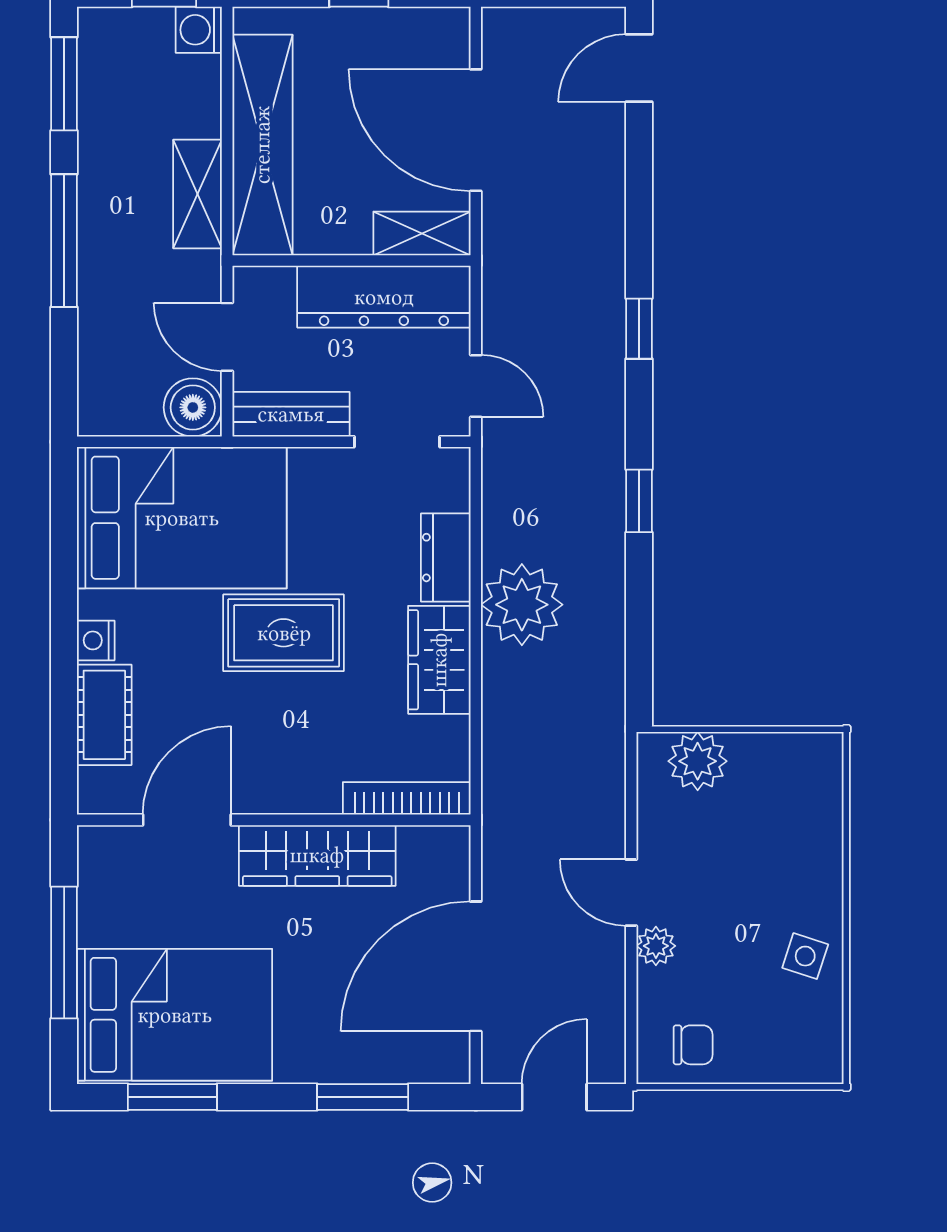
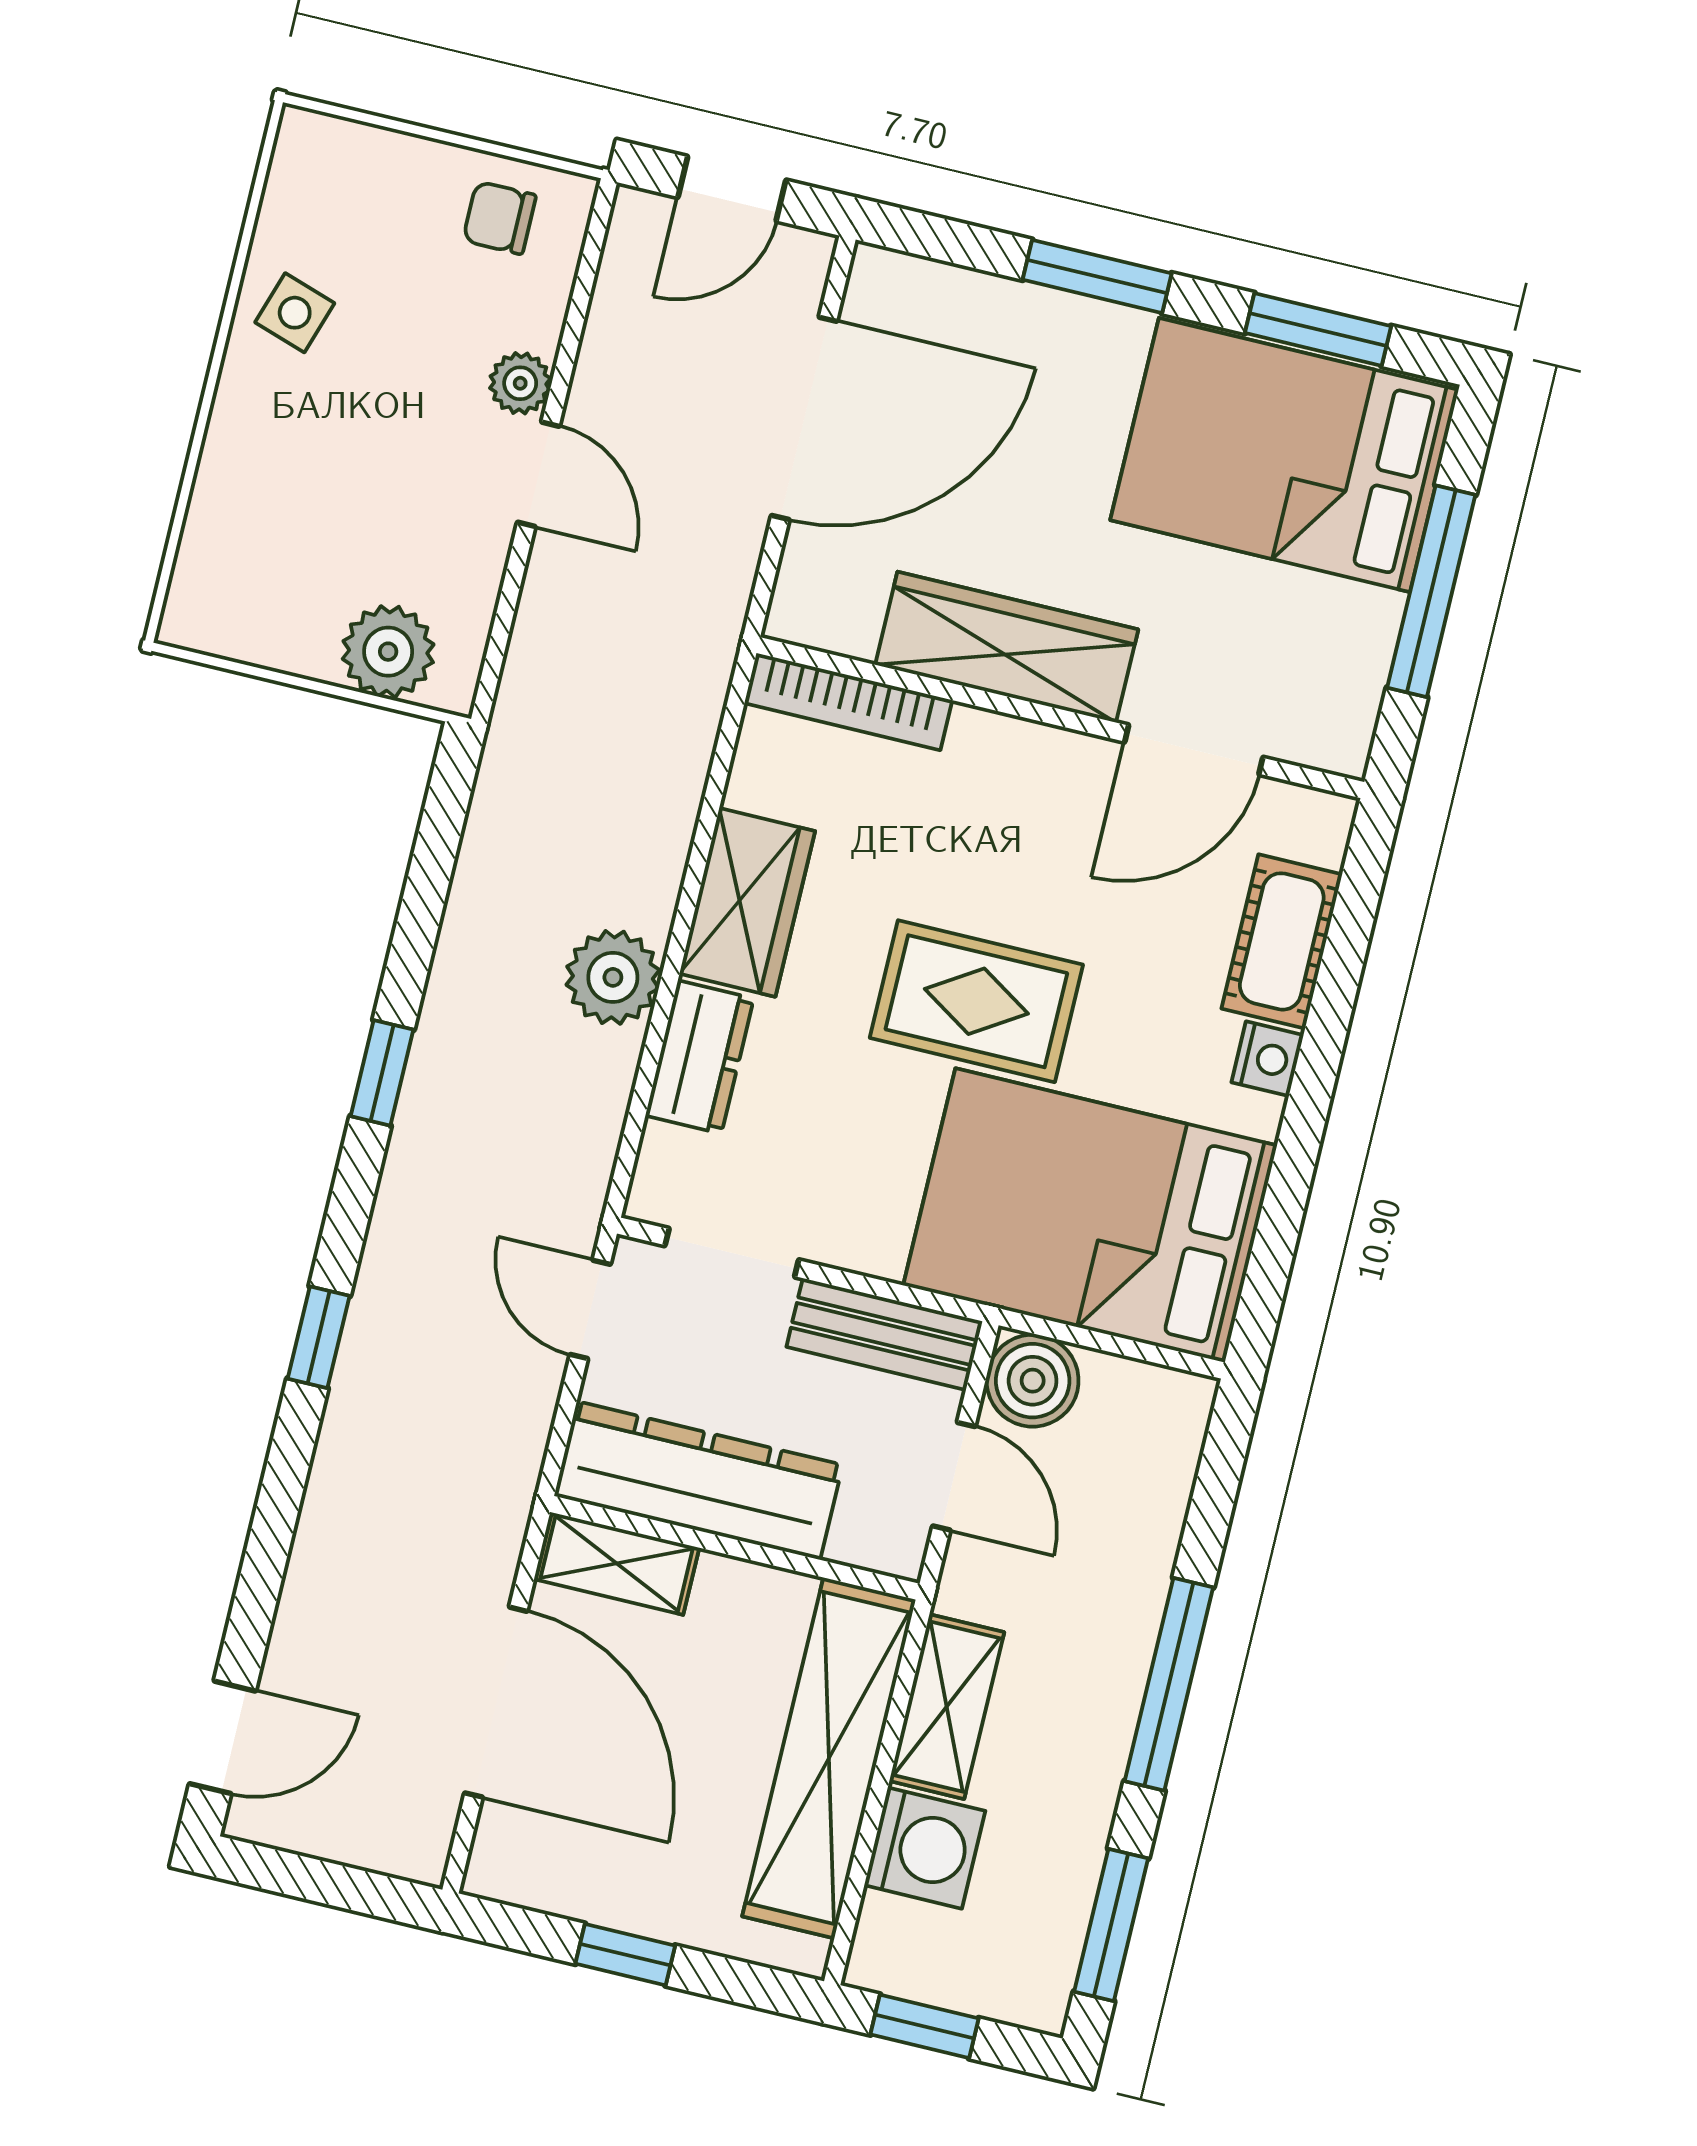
washing machine: (199, 30) -> (925, 1848), moved, width x1.38, depth x1.38
plant: (522, 605) -> (613, 977), width x0.73, depth x0.73
window: (363, 1097) -> (1097, 276), moved

